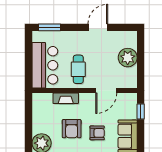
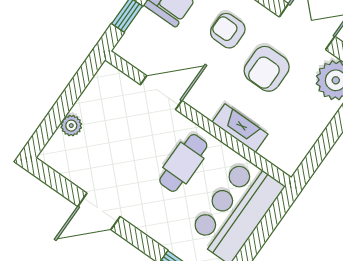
plant: (128, 58) -> (71, 126), width x0.53, depth x0.53
armchair: (72, 129) -> (267, 69), turned 180

